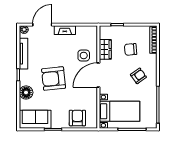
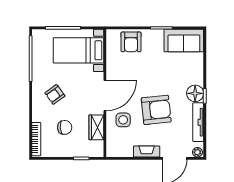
armchair: (54, 79) -> (156, 110), moved
floor lamp: (26, 92) -> (195, 93), moved

